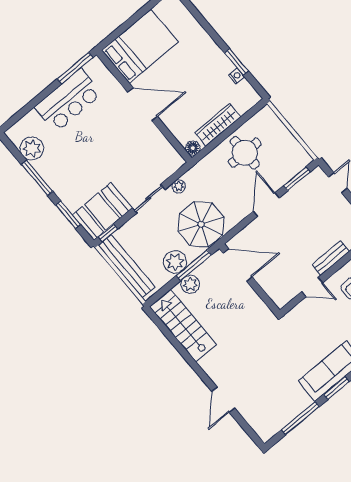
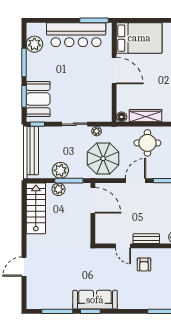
bar counter: (68, 100) -> (76, 35), width x1.36
booth: (102, 211) -> (38, 99), moved, turned 90
parasol: (201, 224) -> (103, 159), moved

